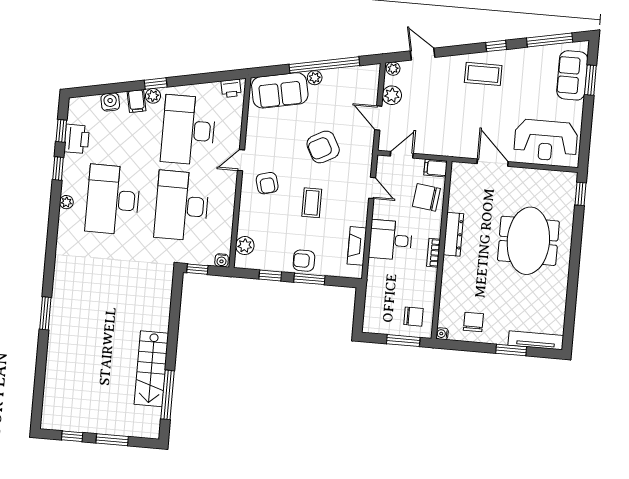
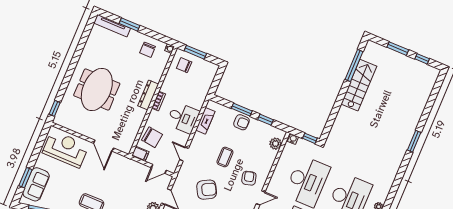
dresser: (453, 234) -> (148, 95), moved

